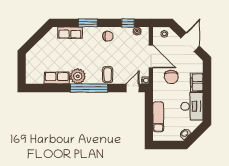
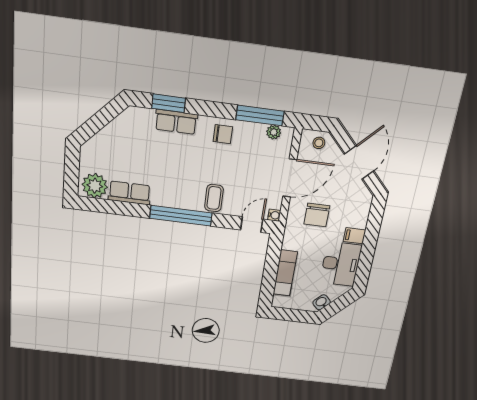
window: (88, 23) -> (169, 103), moved
window: (128, 23) -> (260, 115), width x2.17
row of seats: (70, 33) -> (176, 122), moved
door: (151, 57) -> (290, 178), hinge flipped
plant: (78, 76) -> (95, 186), moved
filing cabinet: (197, 82) -> (354, 236), width x0.50

